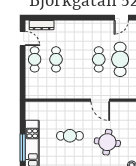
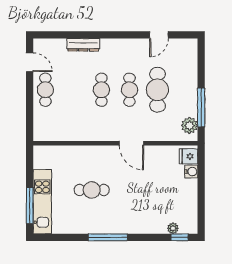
dresser: (42, 25) -> (83, 45), moved
cafe table: (56, 59) -> (101, 90), moved
round table: (107, 142) -> (141, 198), removed

